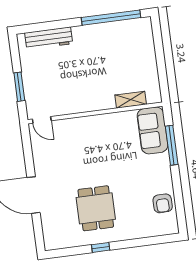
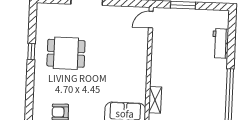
workbench: (49, 38) -> (220, 43), width x0.73

